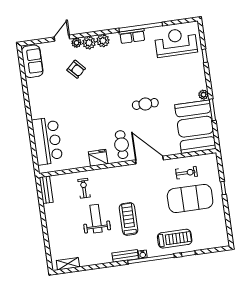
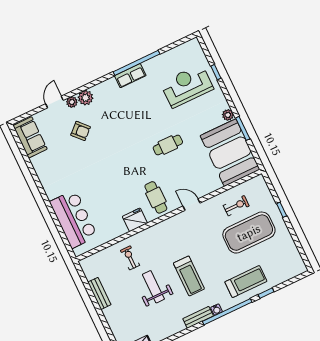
plant: (103, 41) -> (100, 91), removed
reception desk: (176, 42) -> (187, 86), moved
door: (149, 160) -> (191, 205), width x0.53
bench: (46, 190) -> (99, 293), moved
treadmill: (128, 219) -> (189, 276), turned 180

